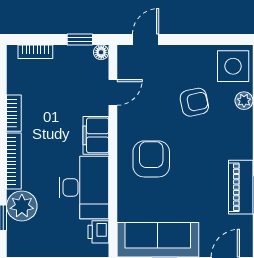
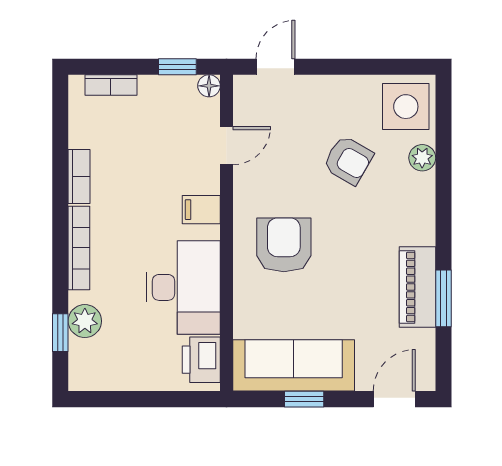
armchair: (194, 102) -> (348, 160), turned 42
filing cabinet: (96, 135) -> (201, 210), width x0.50
plant: (22, 206) -> (85, 321), width x0.73, depth x0.73
printer: (98, 232) -> (201, 360), width x1.36, depth x1.24

